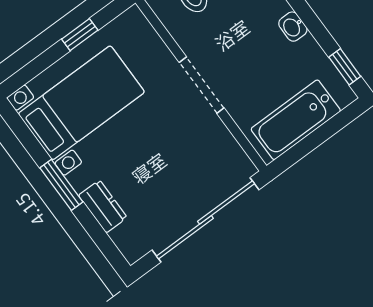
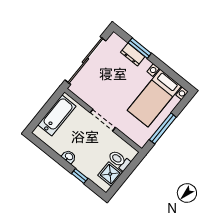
window: (80, 35) -> (163, 128), width x2.17
window: (345, 67) -> (41, 145), removed
window: (61, 185) -> (140, 48), moved

